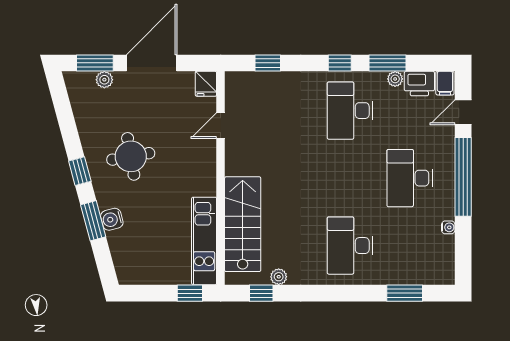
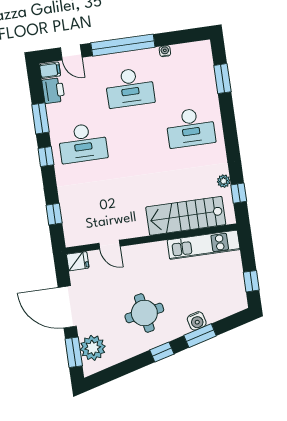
plant: (395, 79) -> (52, 111), removed
plant: (104, 80) -> (93, 348), width x1.87, depth x1.87
window: (190, 293) -> (251, 281), moved

